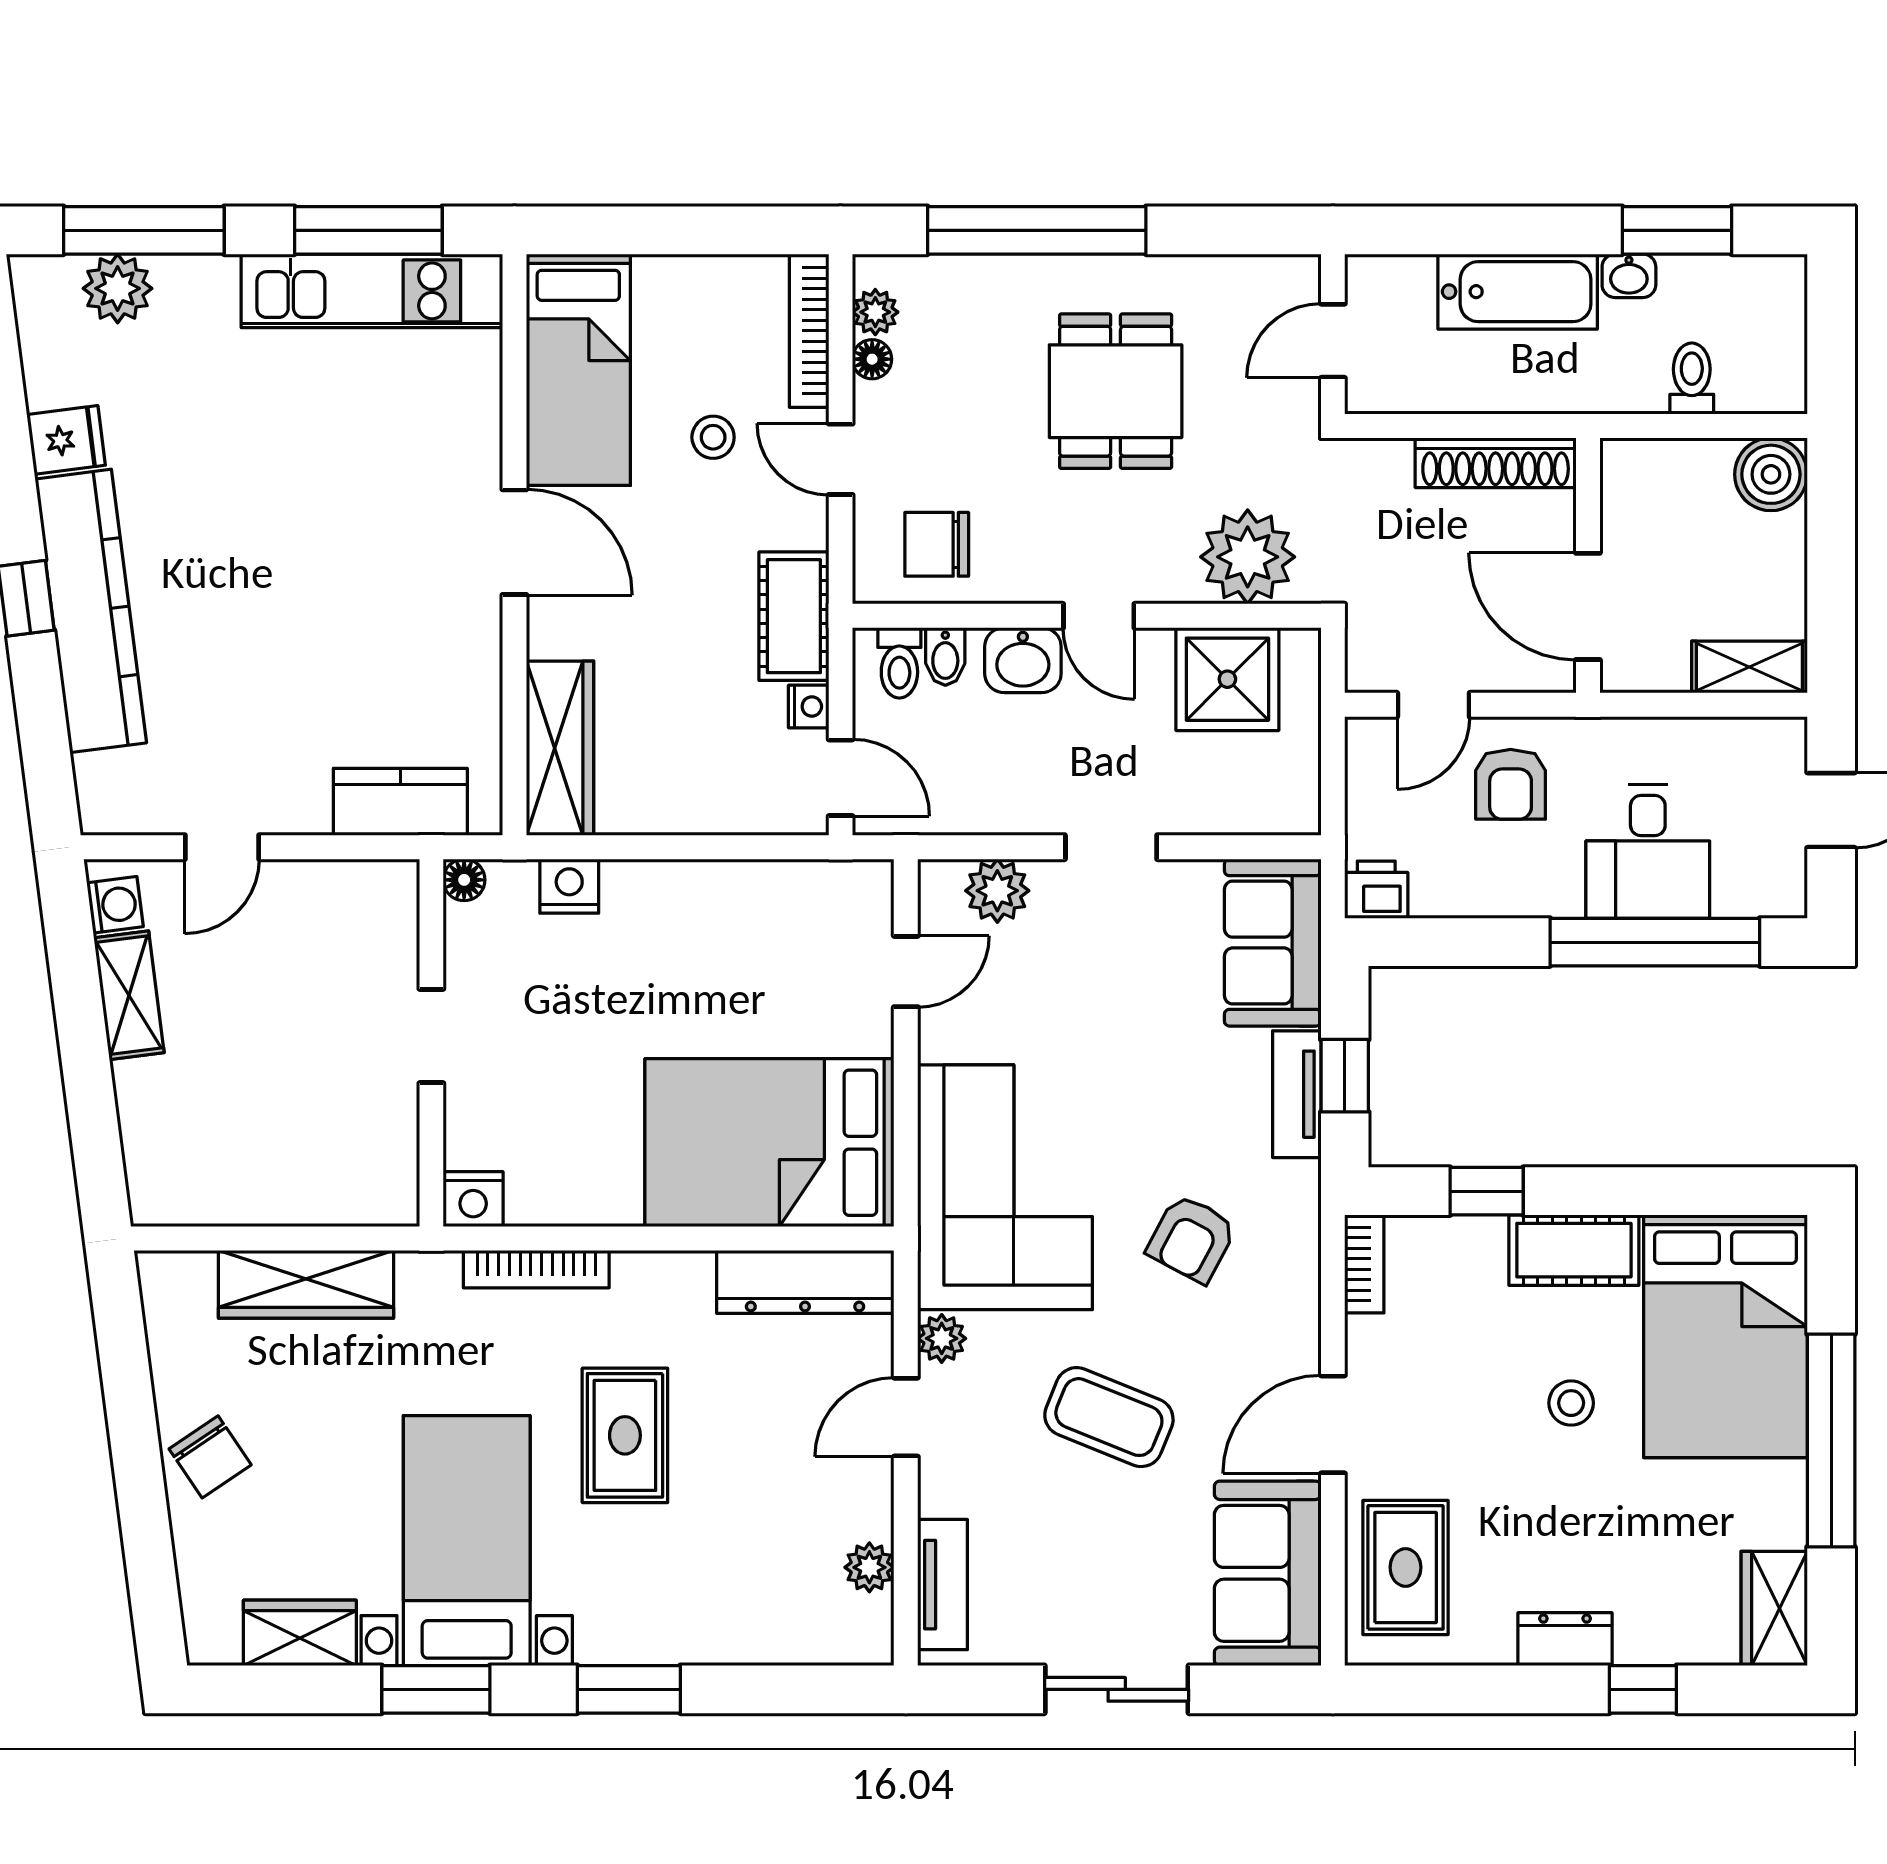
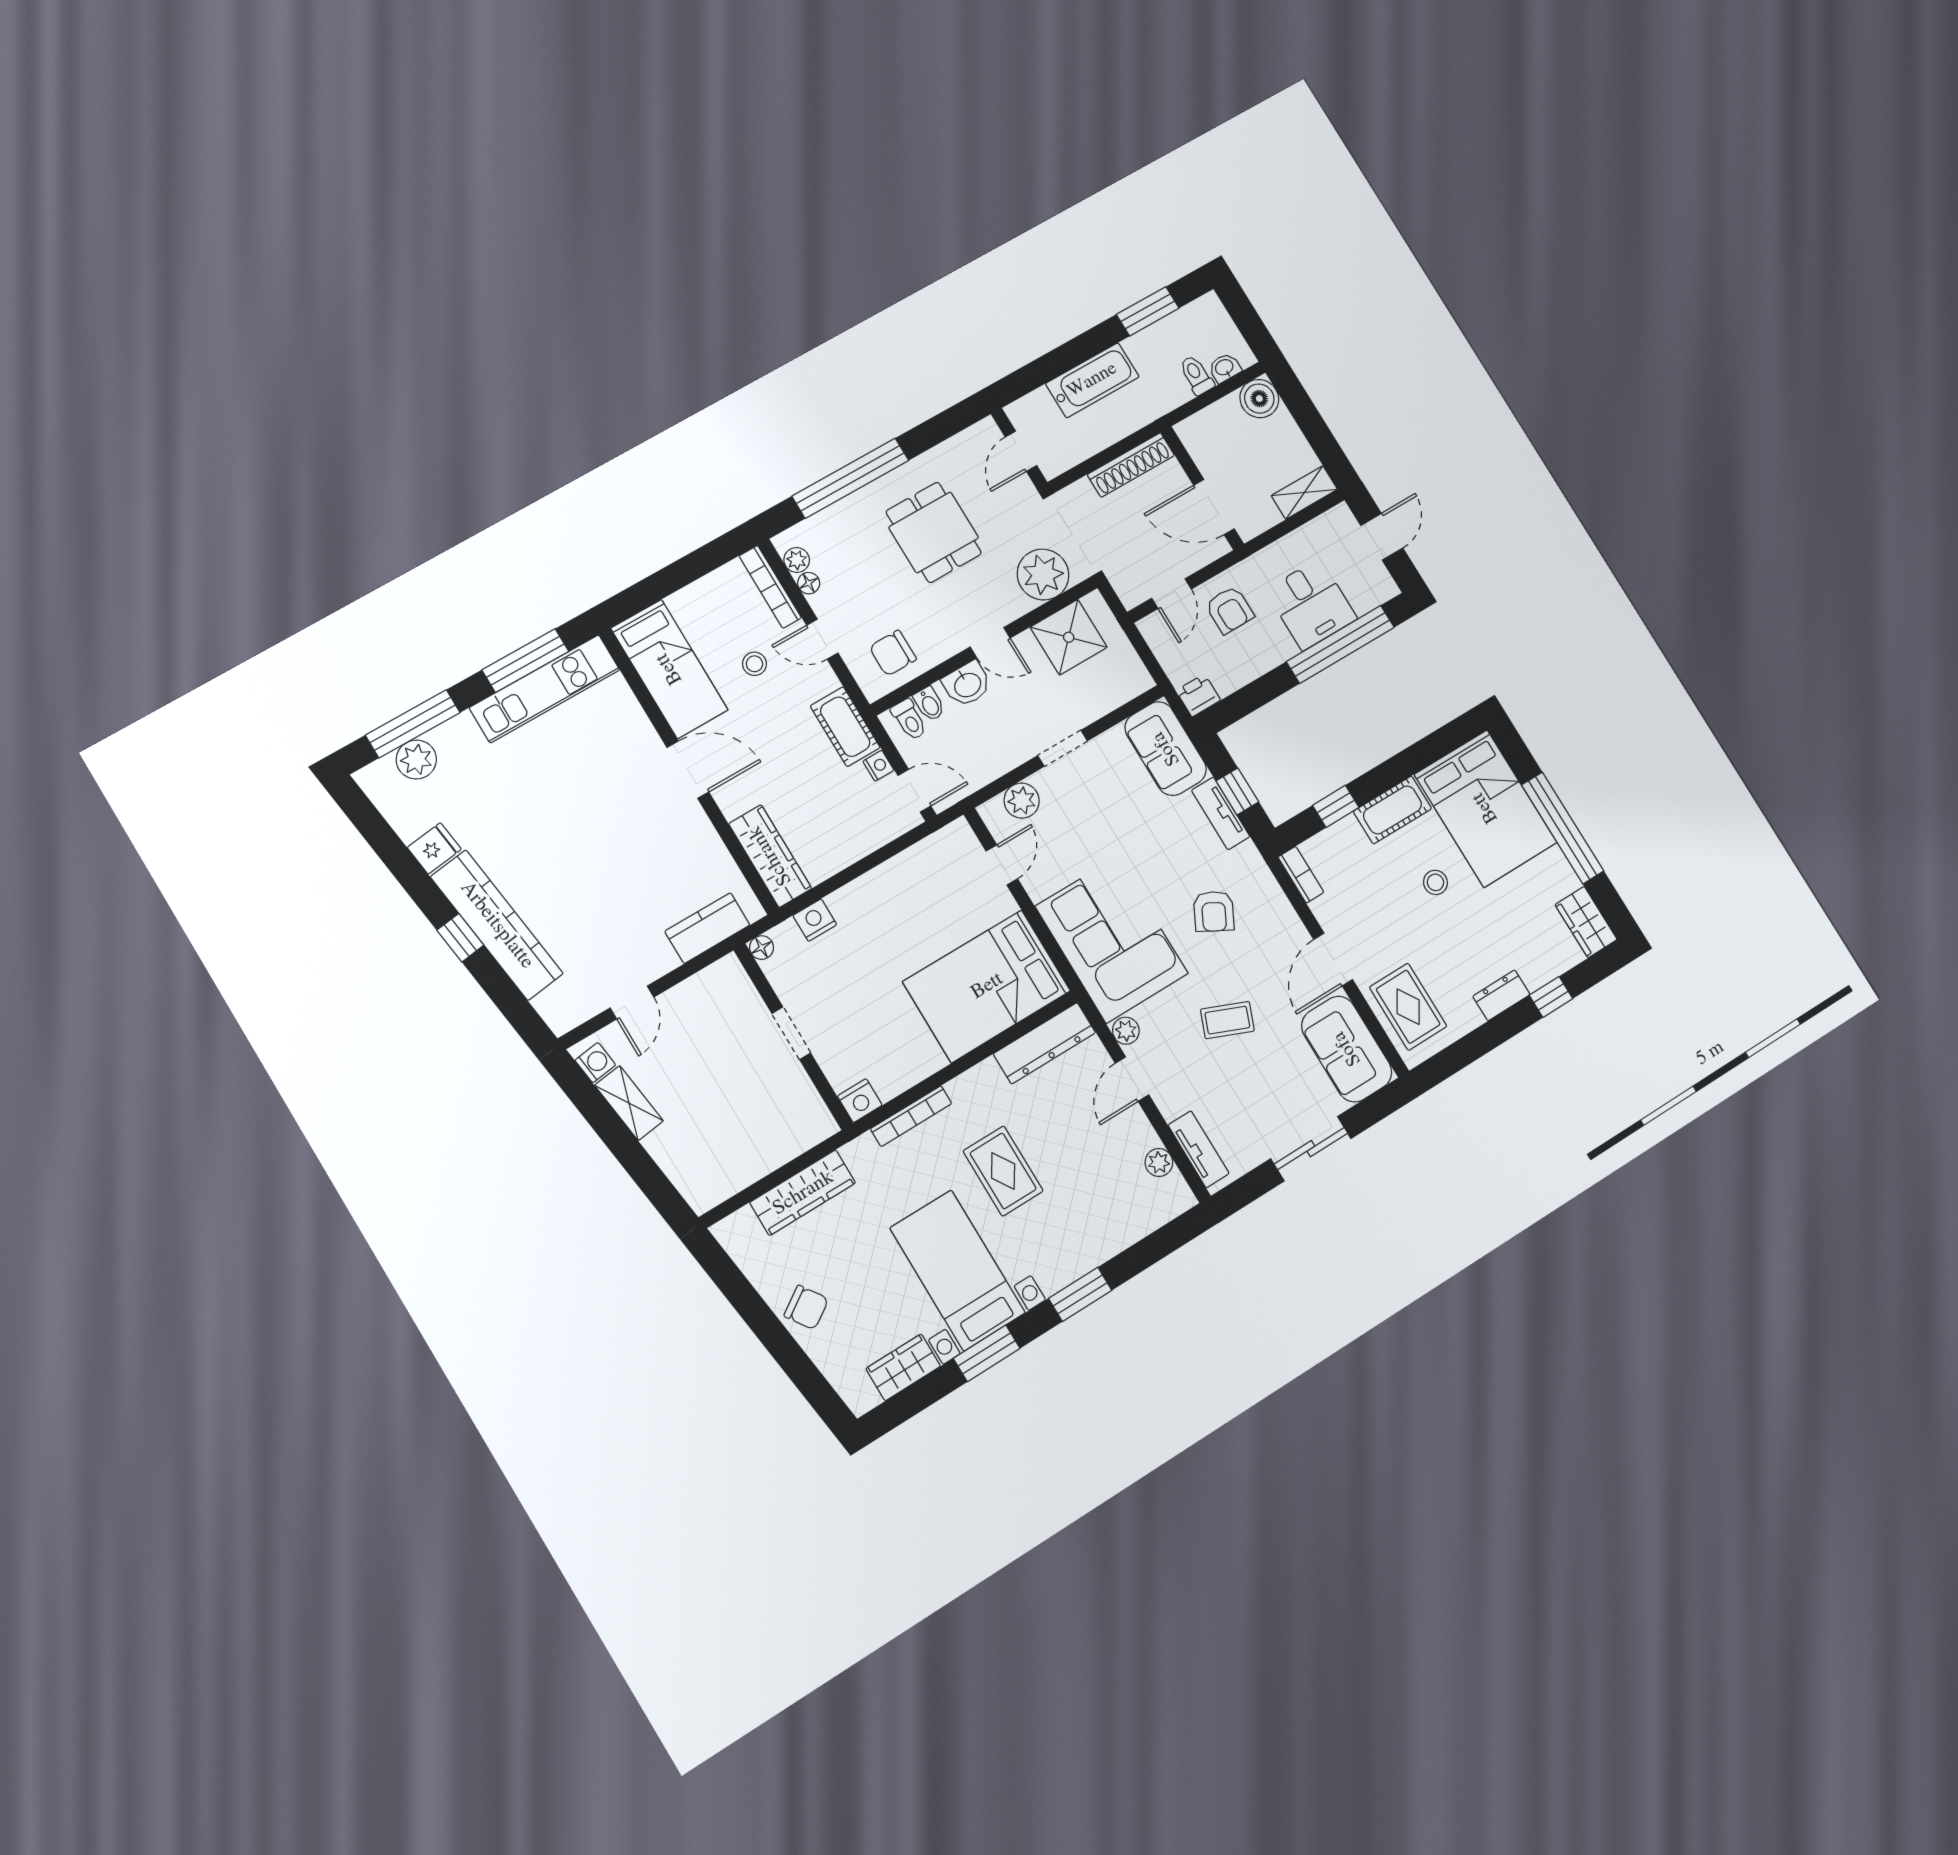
washbasin: (1629, 276) -> (1225, 368), moved, turned 180
coffee table: (1109, 1417) -> (1227, 1020), width x0.73, depth x0.77

